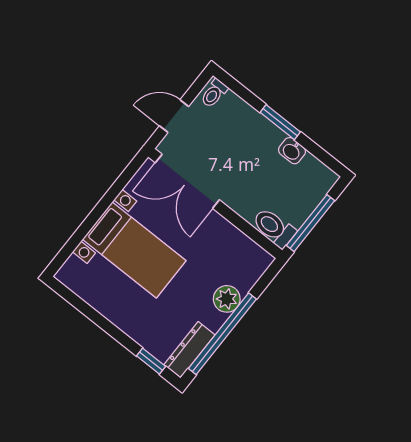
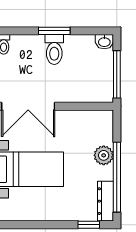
washbasin: (292, 151) -> (104, 42), moved
toilet: (274, 228) -> (54, 50), moved, turned -90

